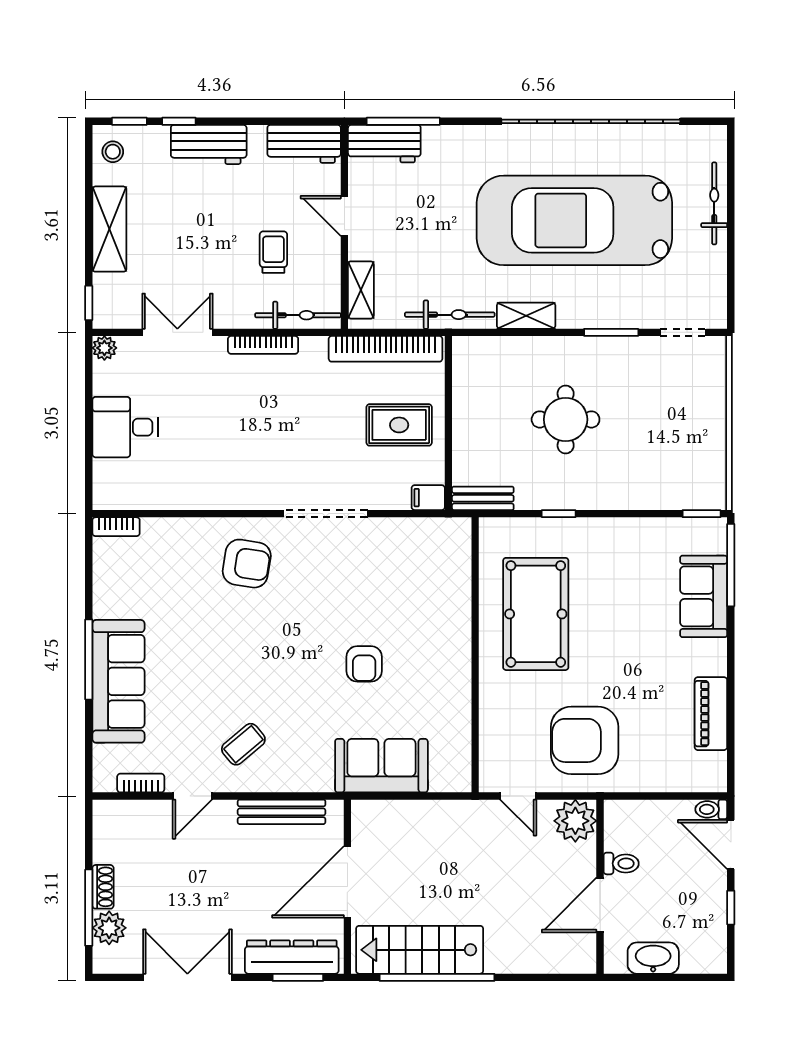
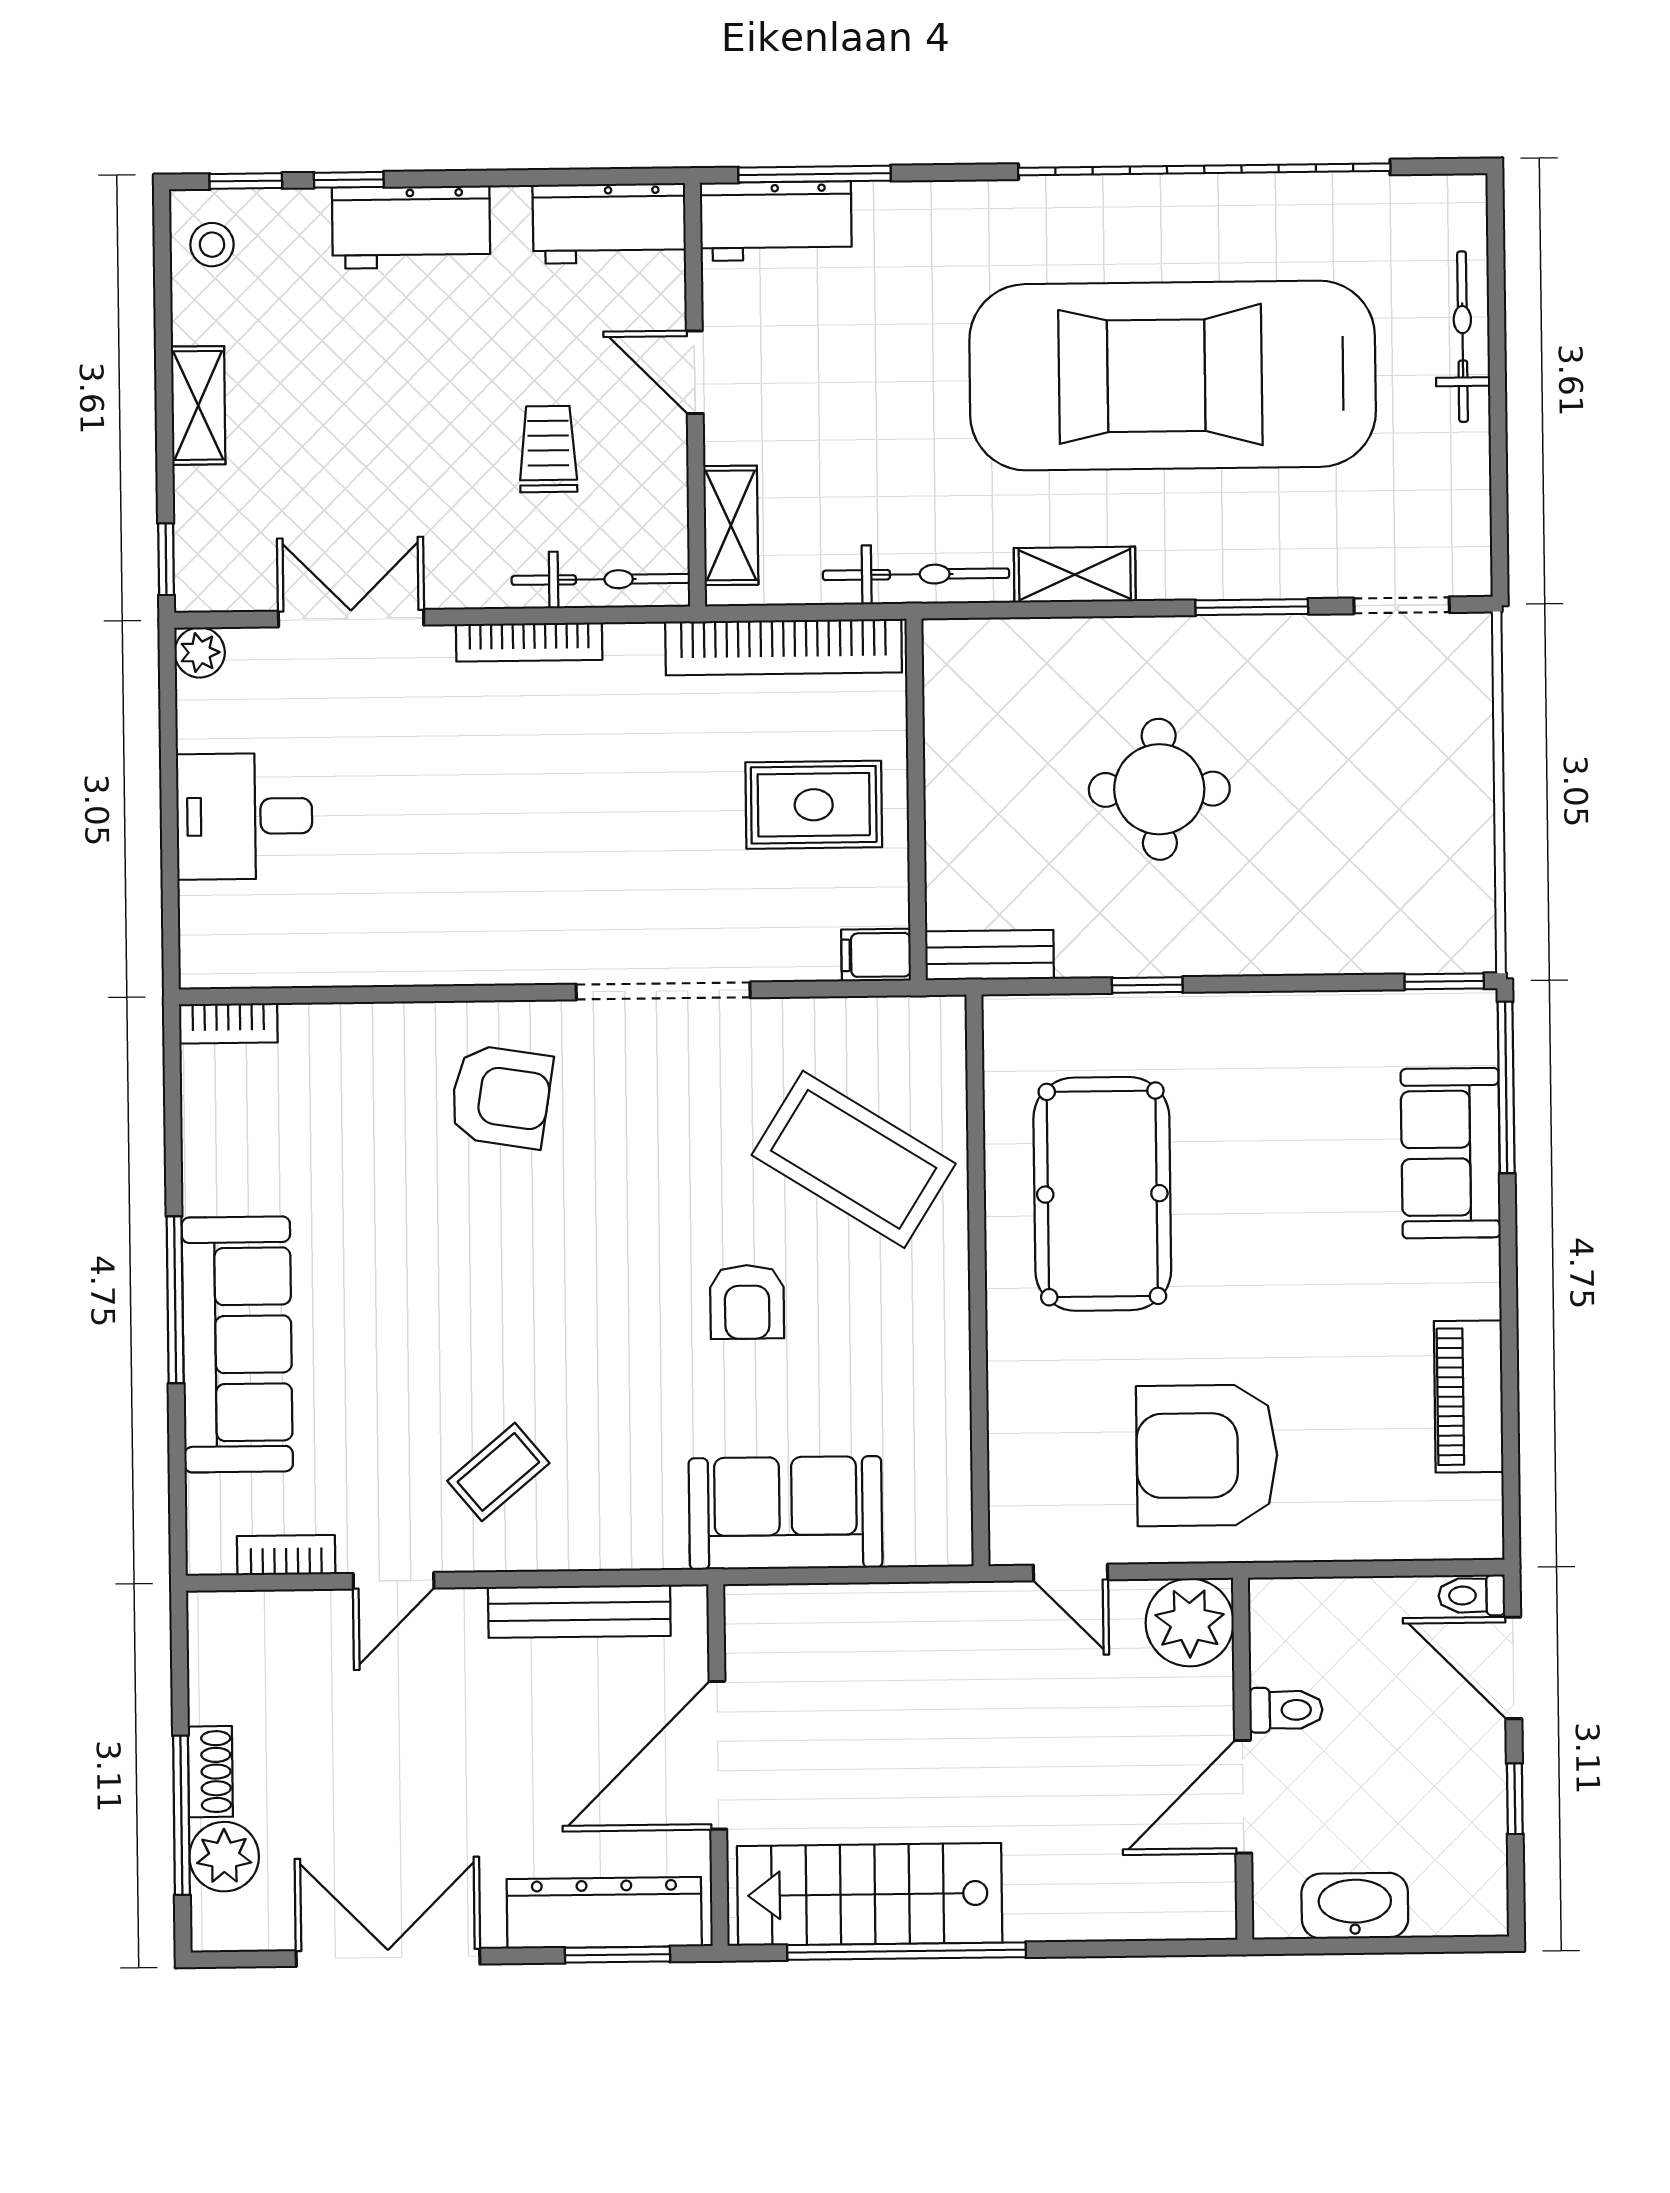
shelving: (109, 229) -> (198, 405), width x0.67, depth x0.75
coffee table: (416, 596) -> (854, 1159), added

